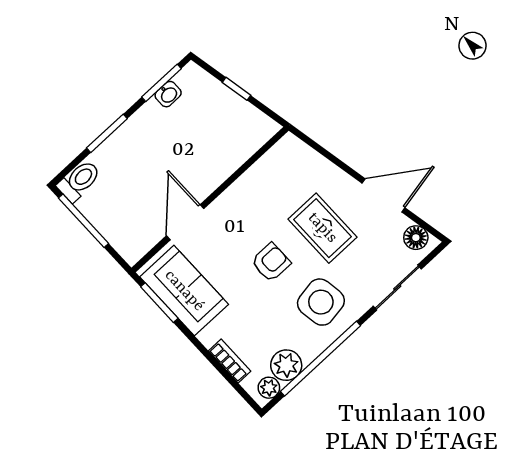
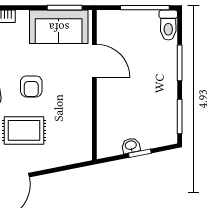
washbasin: (168, 94) -> (131, 146), moved, turned 79

